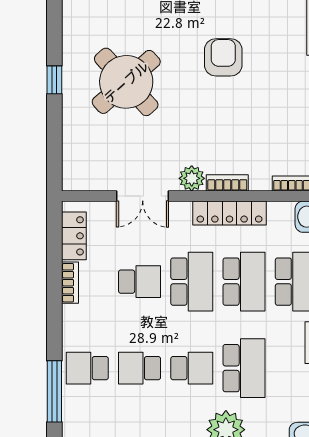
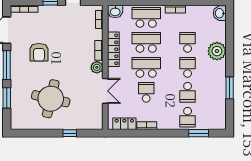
armchair: (223, 57) -> (39, 52), turned -90
window: (54, 80) -> (70, 133), moved
round table: (126, 82) -> (51, 99), turned -35
school desk: (244, 368) -> (188, 42), width x0.54
window: (54, 391) -> (199, 133), width x0.69

